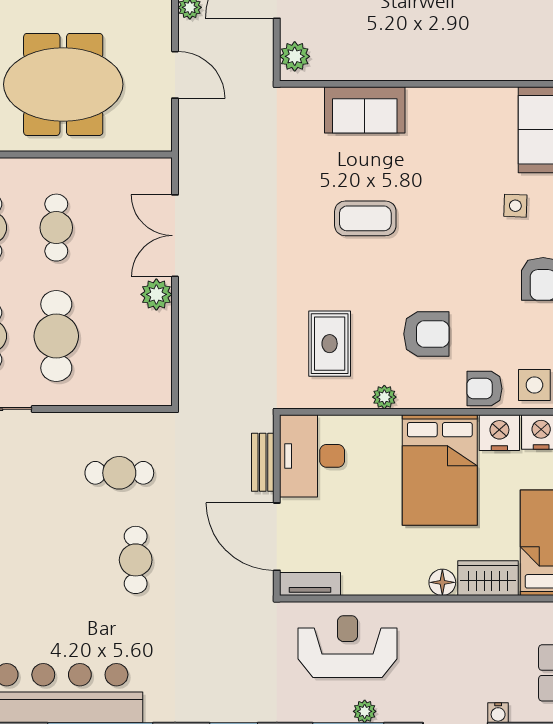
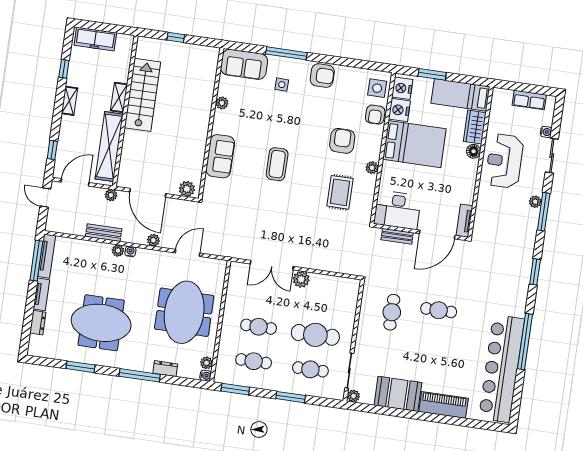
plant: (465, 99) -> (222, 103), added
rug: (330, 344) -> (340, 192), turned 90
reception desk: (348, 647) -> (504, 161), moved

